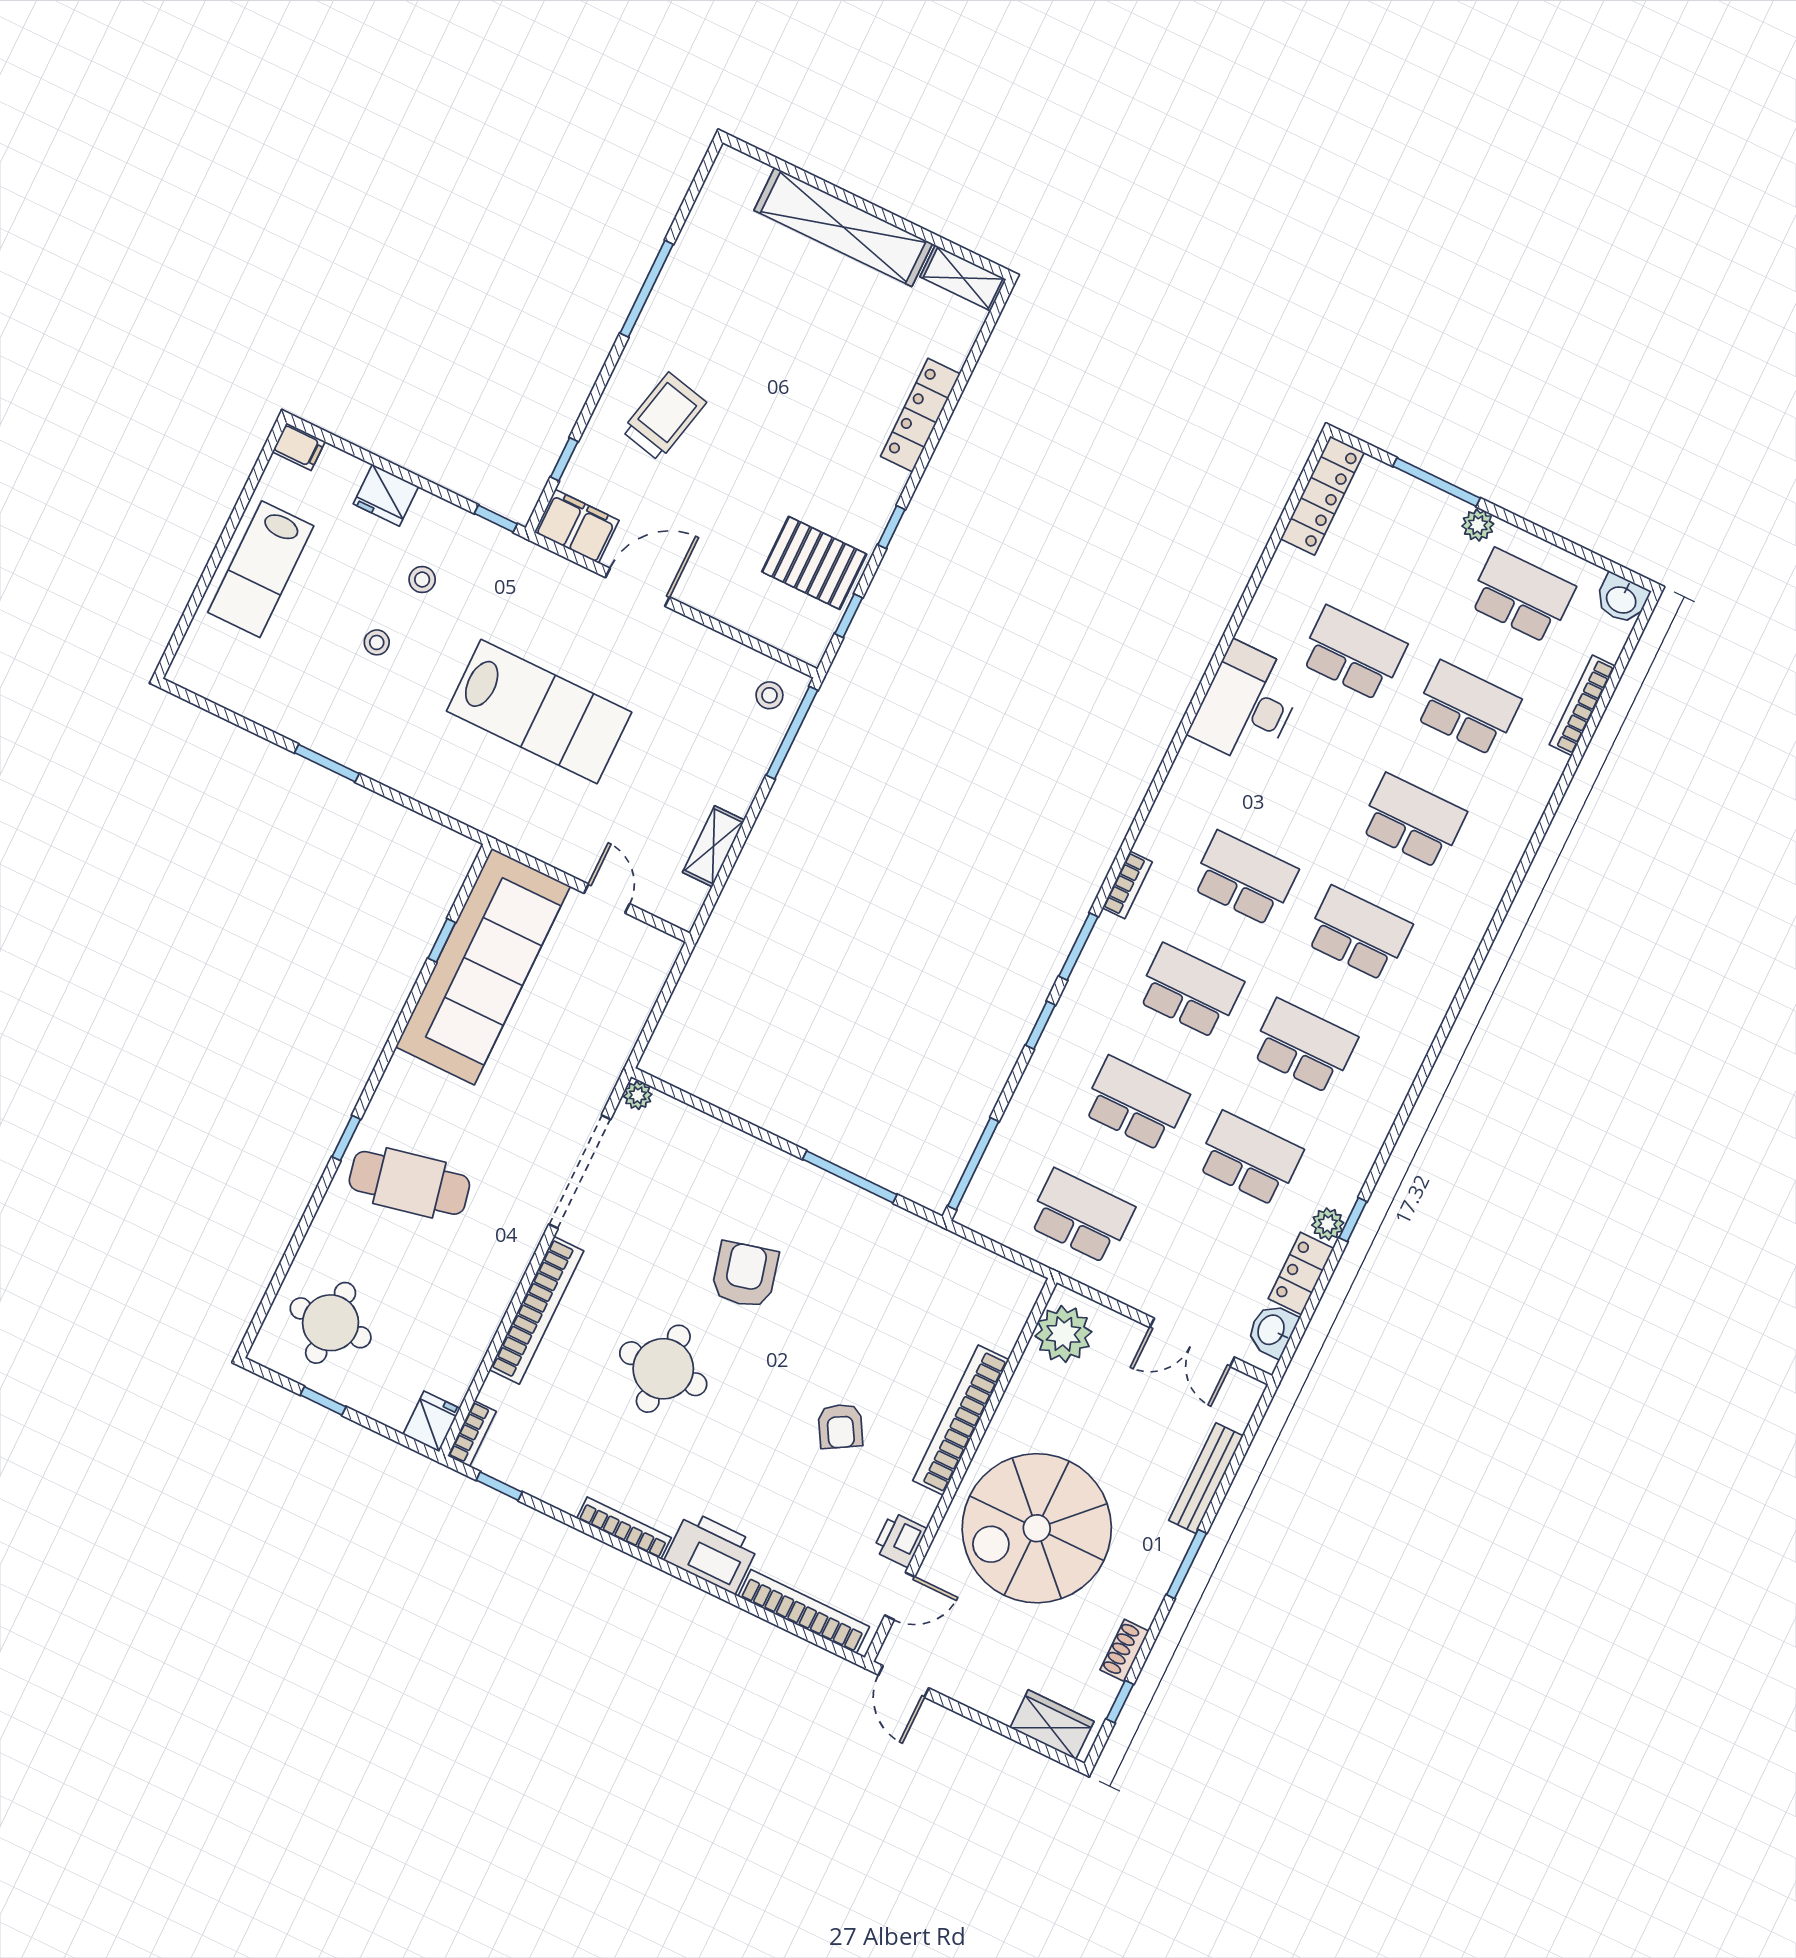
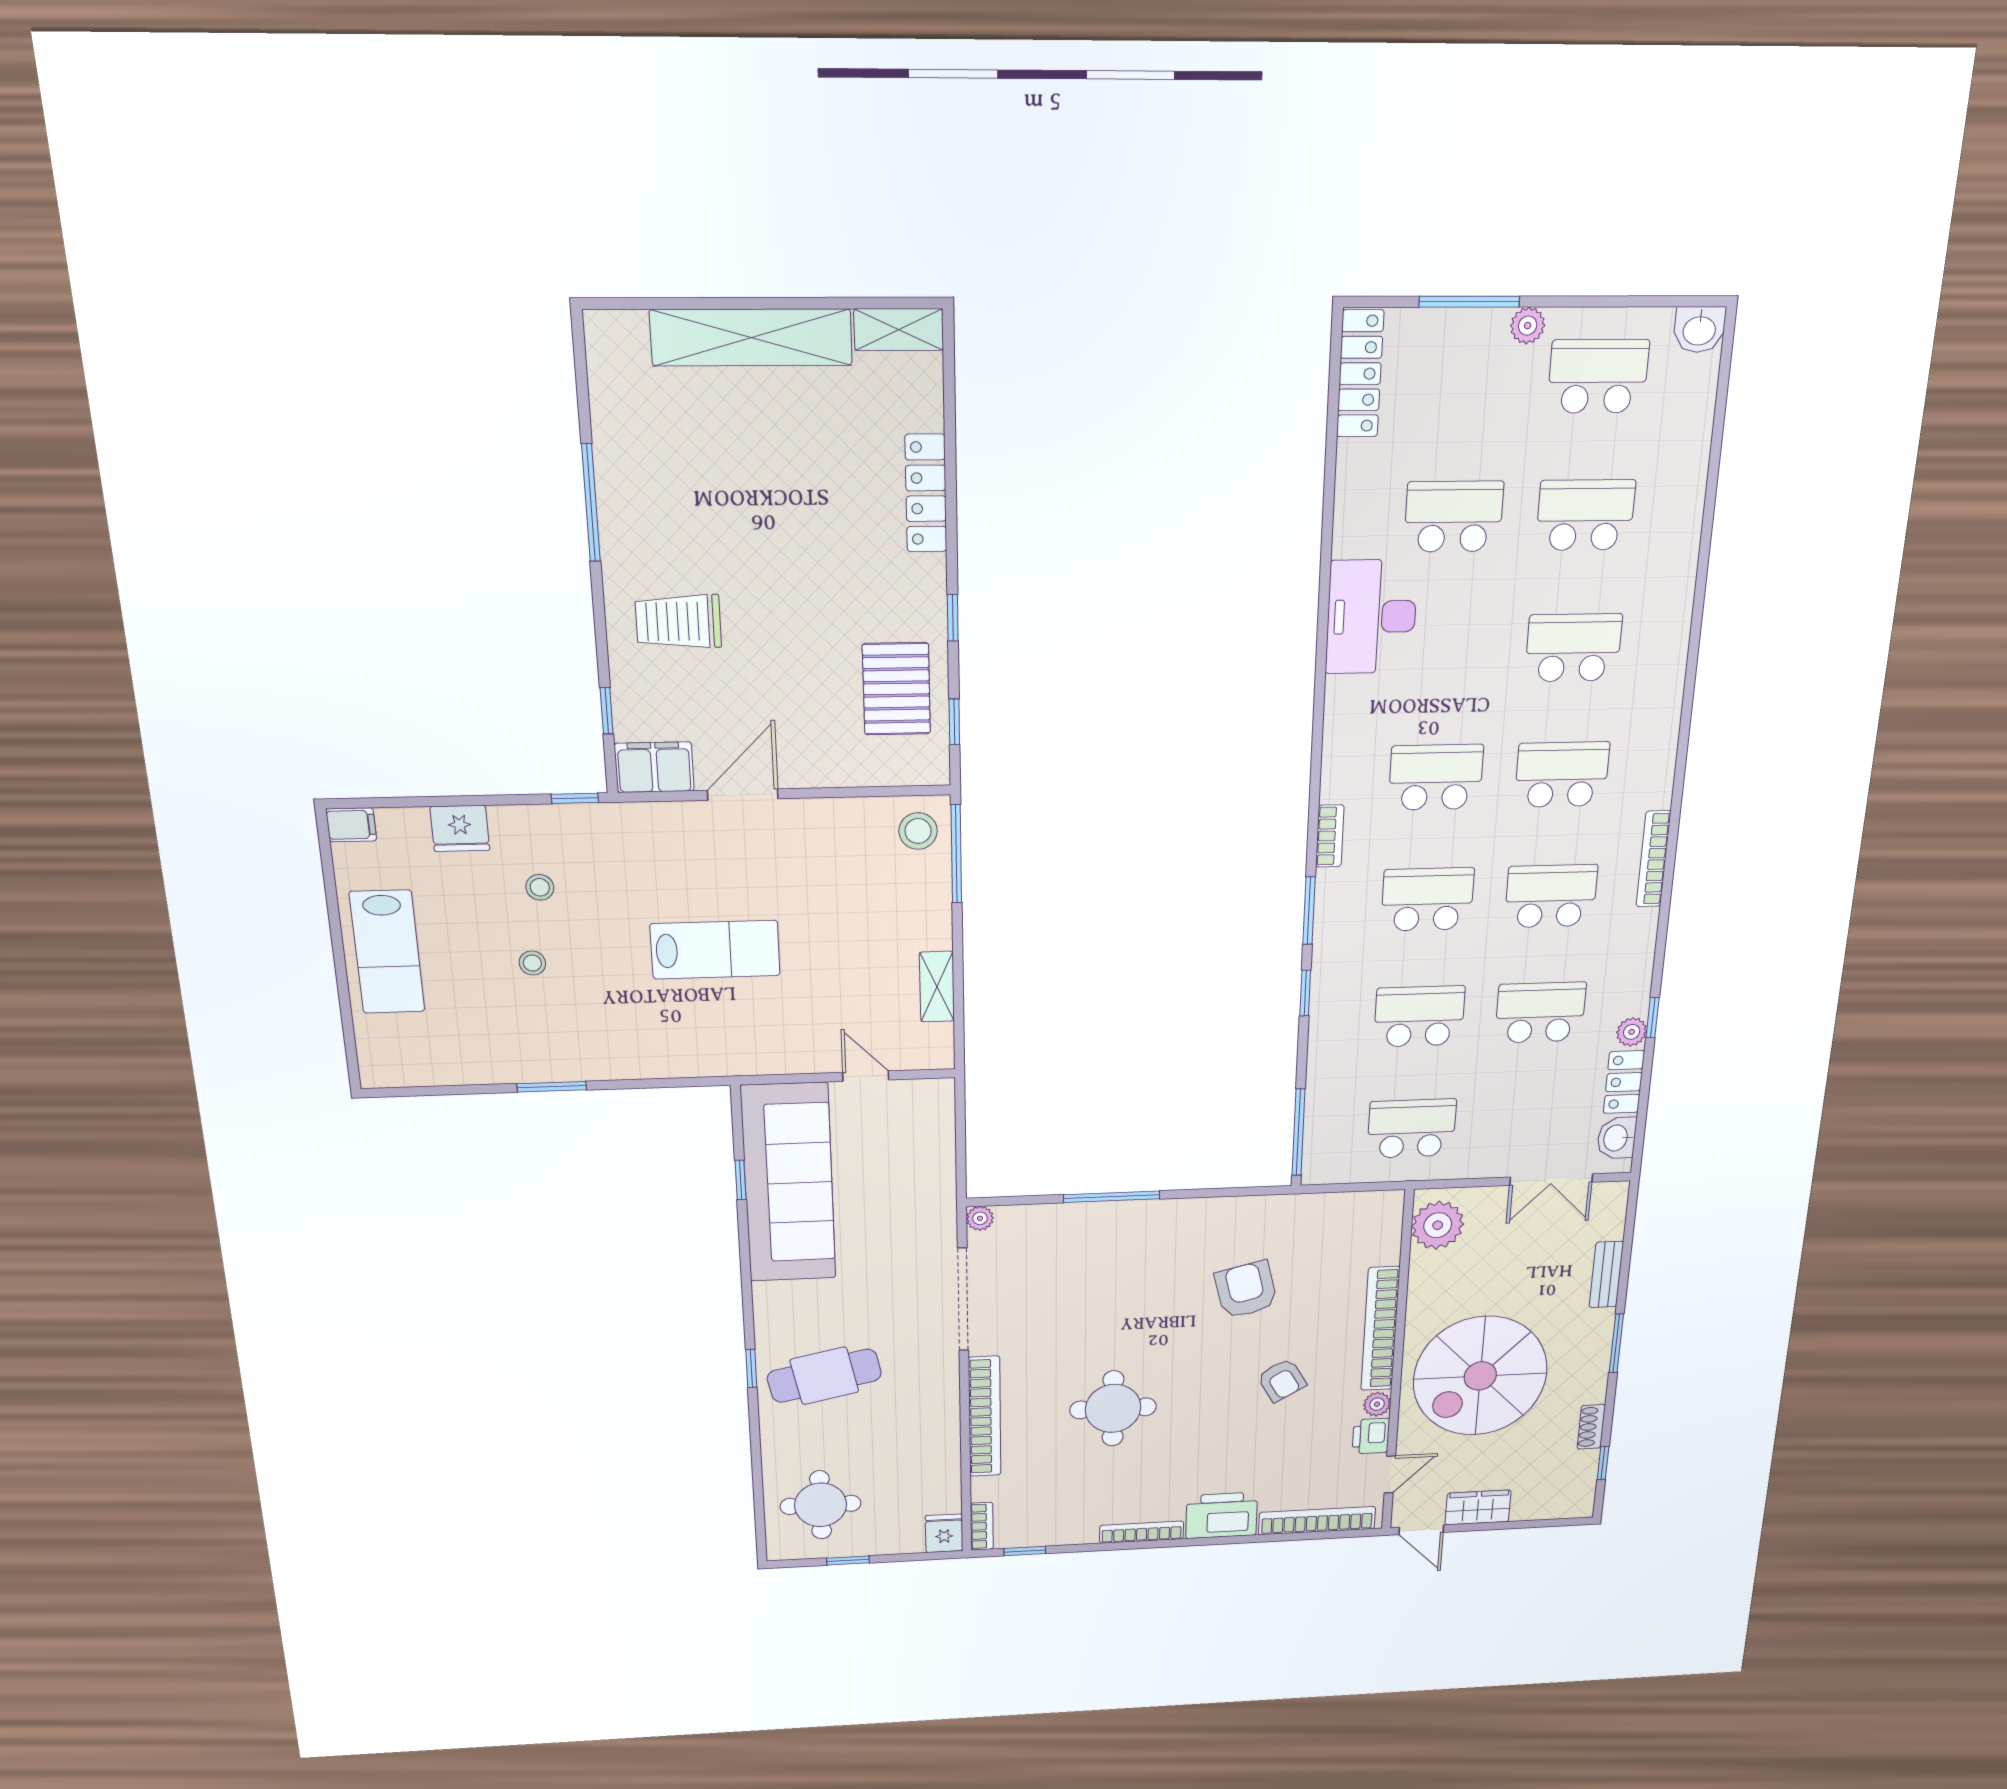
trolley: (664, 417) -> (678, 621), turned -103
pallet: (814, 563) -> (896, 689), turned 90
stool: (769, 695) -> (918, 831), width x1.37, depth x1.37
bookcase: (1582, 705) -> (1653, 859), moved
lab bench: (539, 712) -> (715, 950), width x0.73, depth x0.72
window: (850, 1177) -> (1112, 1197), moved
armchair: (745, 1275) -> (1246, 1290), moved
bench: (1206, 1478) -> (1606, 1275), width x0.73
plant: (922, 1505) -> (1377, 1404), added
wardrobe: (1052, 1725) -> (1478, 1507), moved

